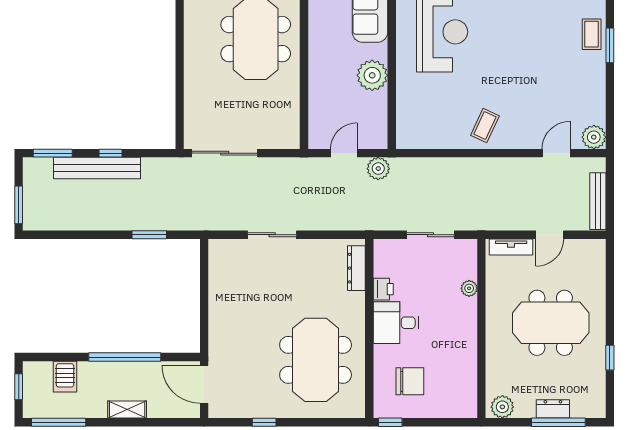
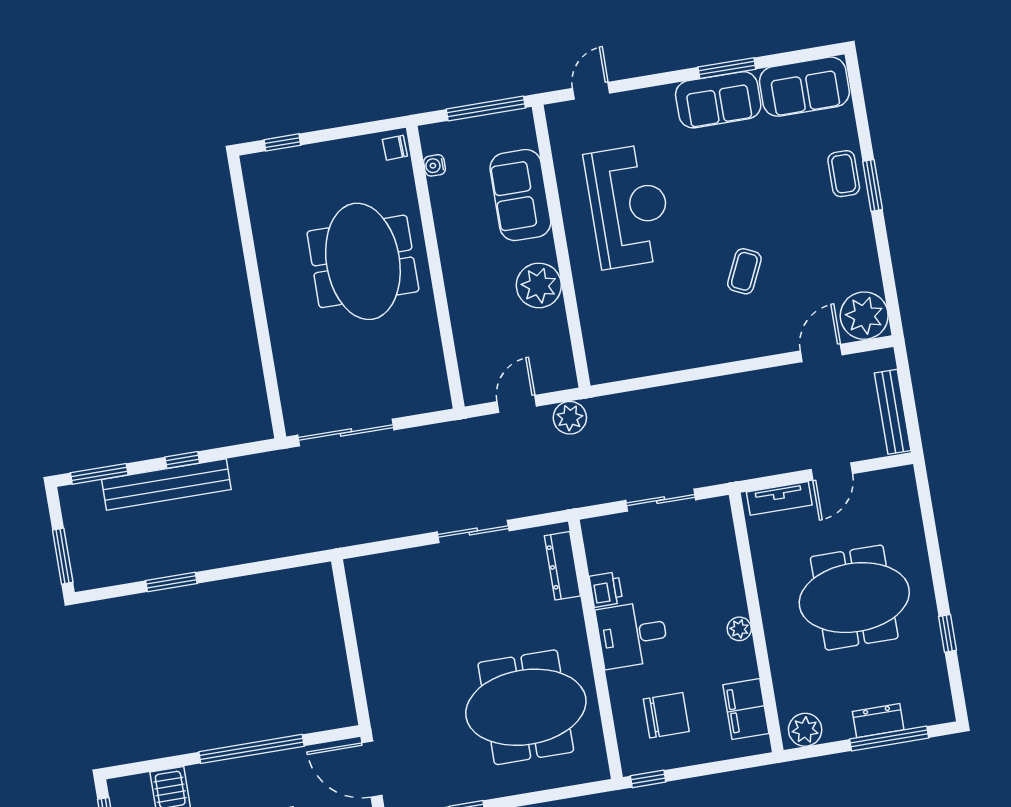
coffee table: (485, 126) -> (744, 271), moved
plant: (594, 137) -> (864, 316), width x1.36, depth x1.36
window: (149, 235) -> (171, 582), moved
sliding door: (272, 235) -> (473, 531), moved
plant: (469, 288) -> (739, 629), moved
meeting table: (316, 360) -> (526, 707), turned 90
filing cabinet: (465, 386) -> (746, 709), added

